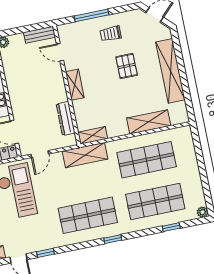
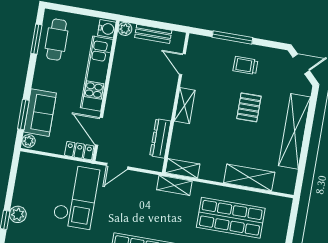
bench: (39, 35) -> (153, 34), moved
shelving: (85, 155) -> (174, 185), width x0.67, depth x0.75

